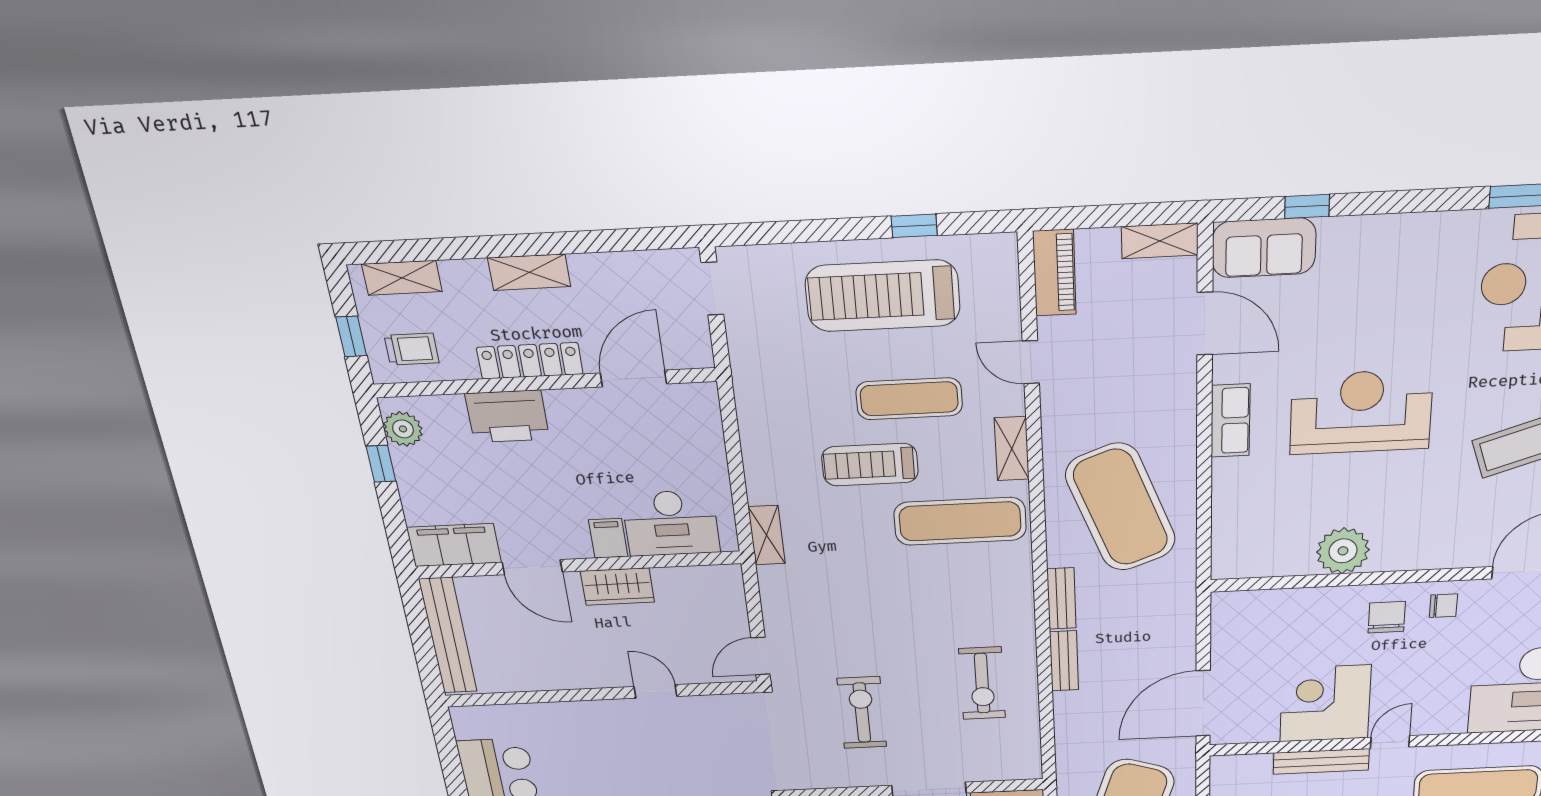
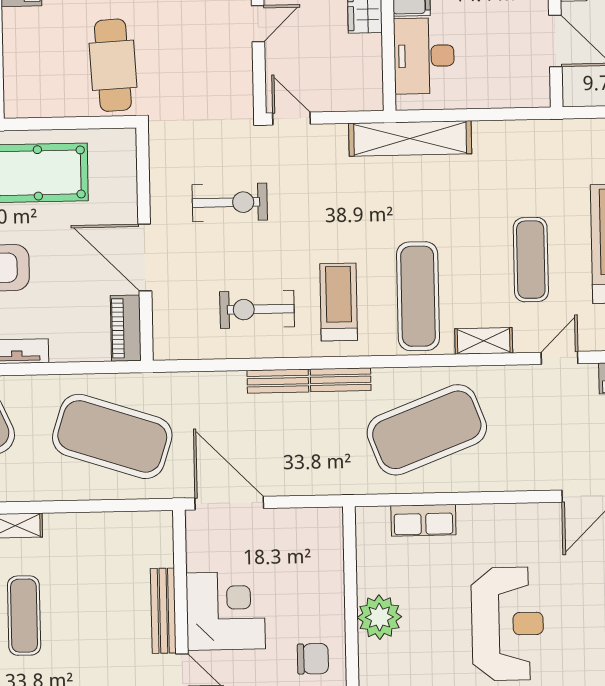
row of seats: (1231, 421) -> (423, 520), moved
treadmill: (870, 465) -> (339, 302), moved
shelving: (767, 535) -> (410, 138), width x2.20, depth x1.33

